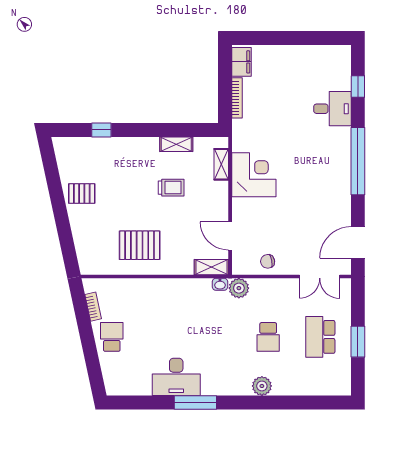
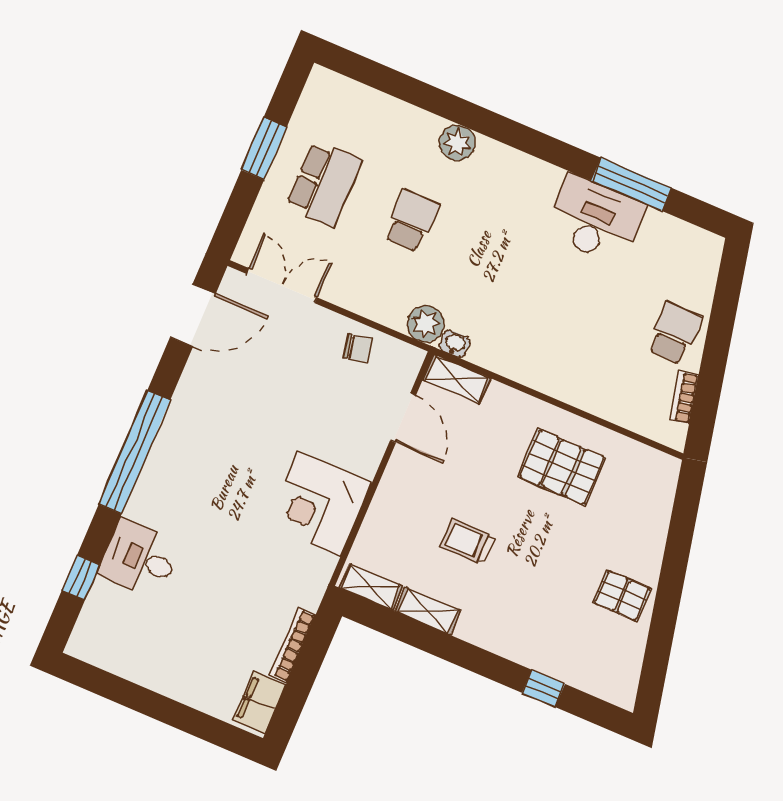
shelving: (221, 164) -> (371, 587), moved, turned 90
school desk: (112, 337) -> (675, 333), turned 180
window: (195, 403) -> (632, 184), moved

